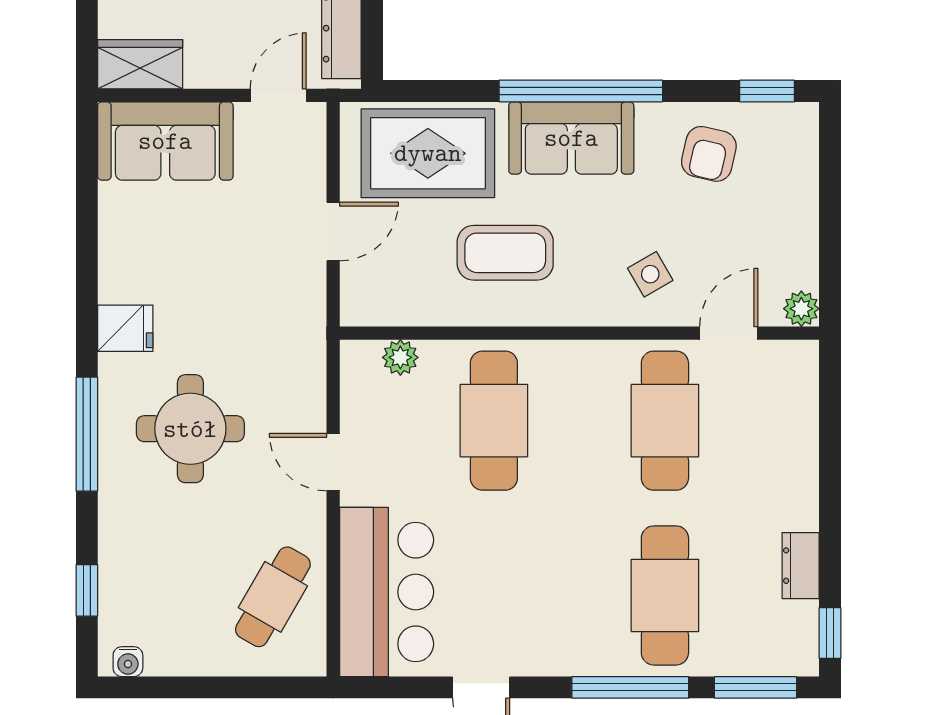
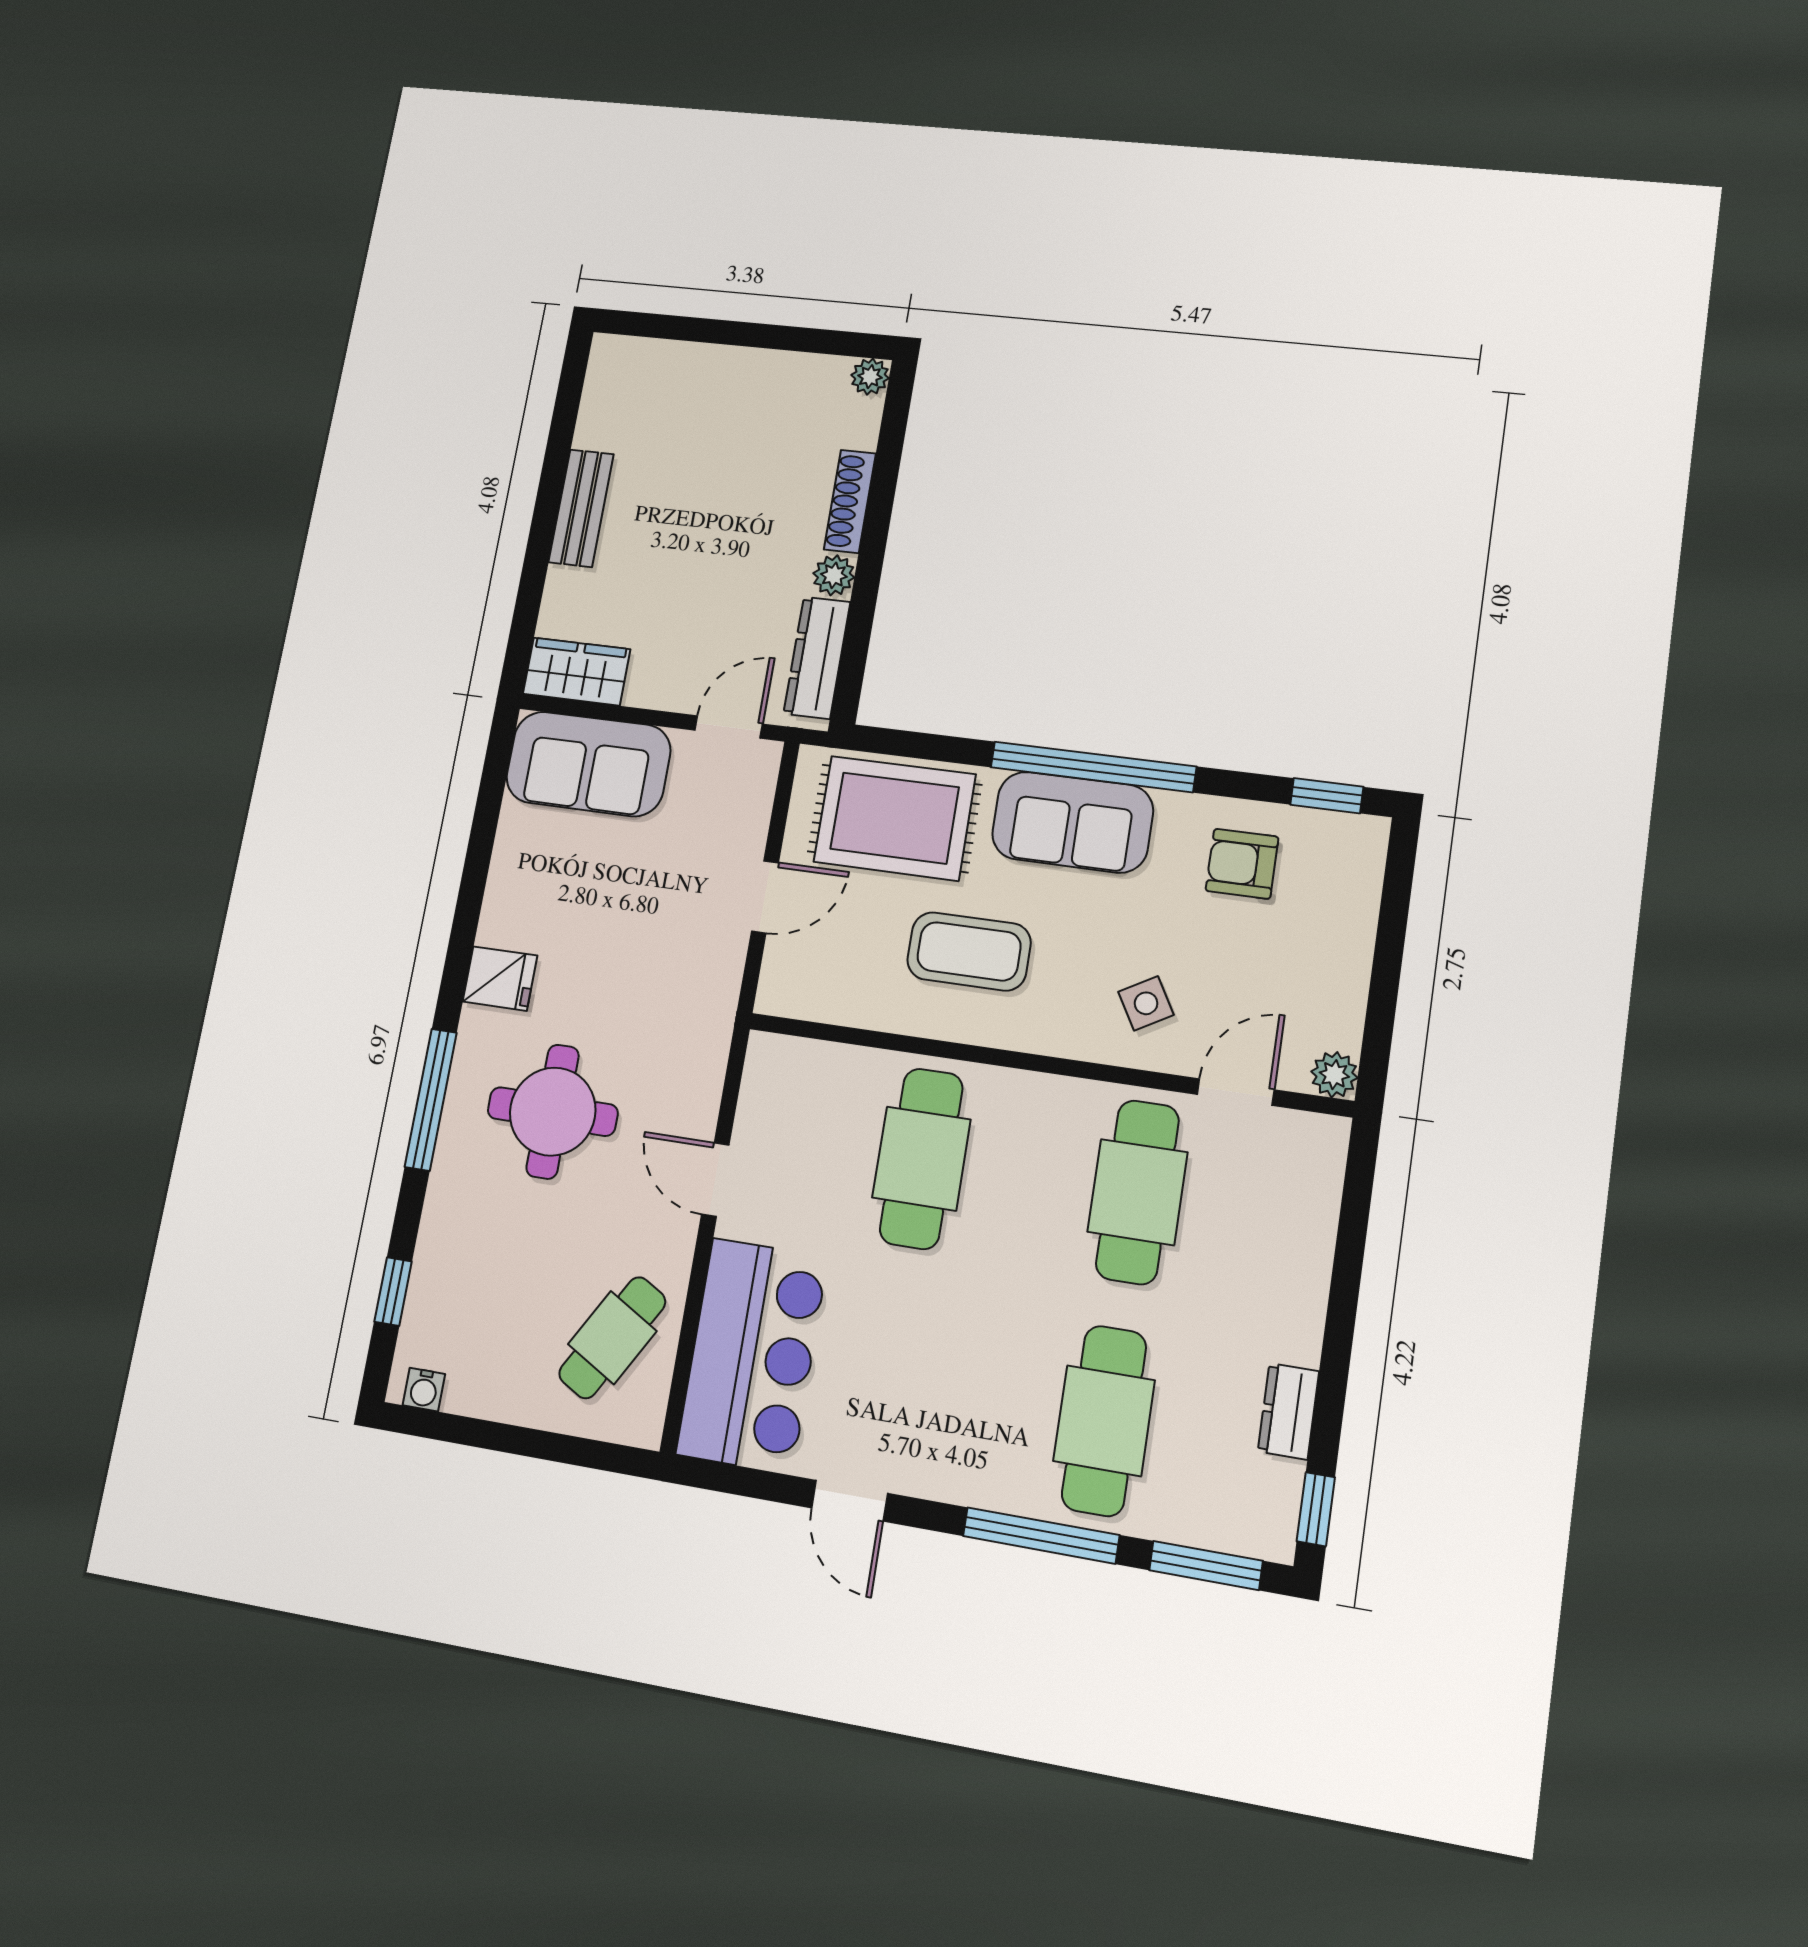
armchair: (709, 154) -> (1242, 864), turned 77
plant: (400, 357) -> (819, 1062), removed

